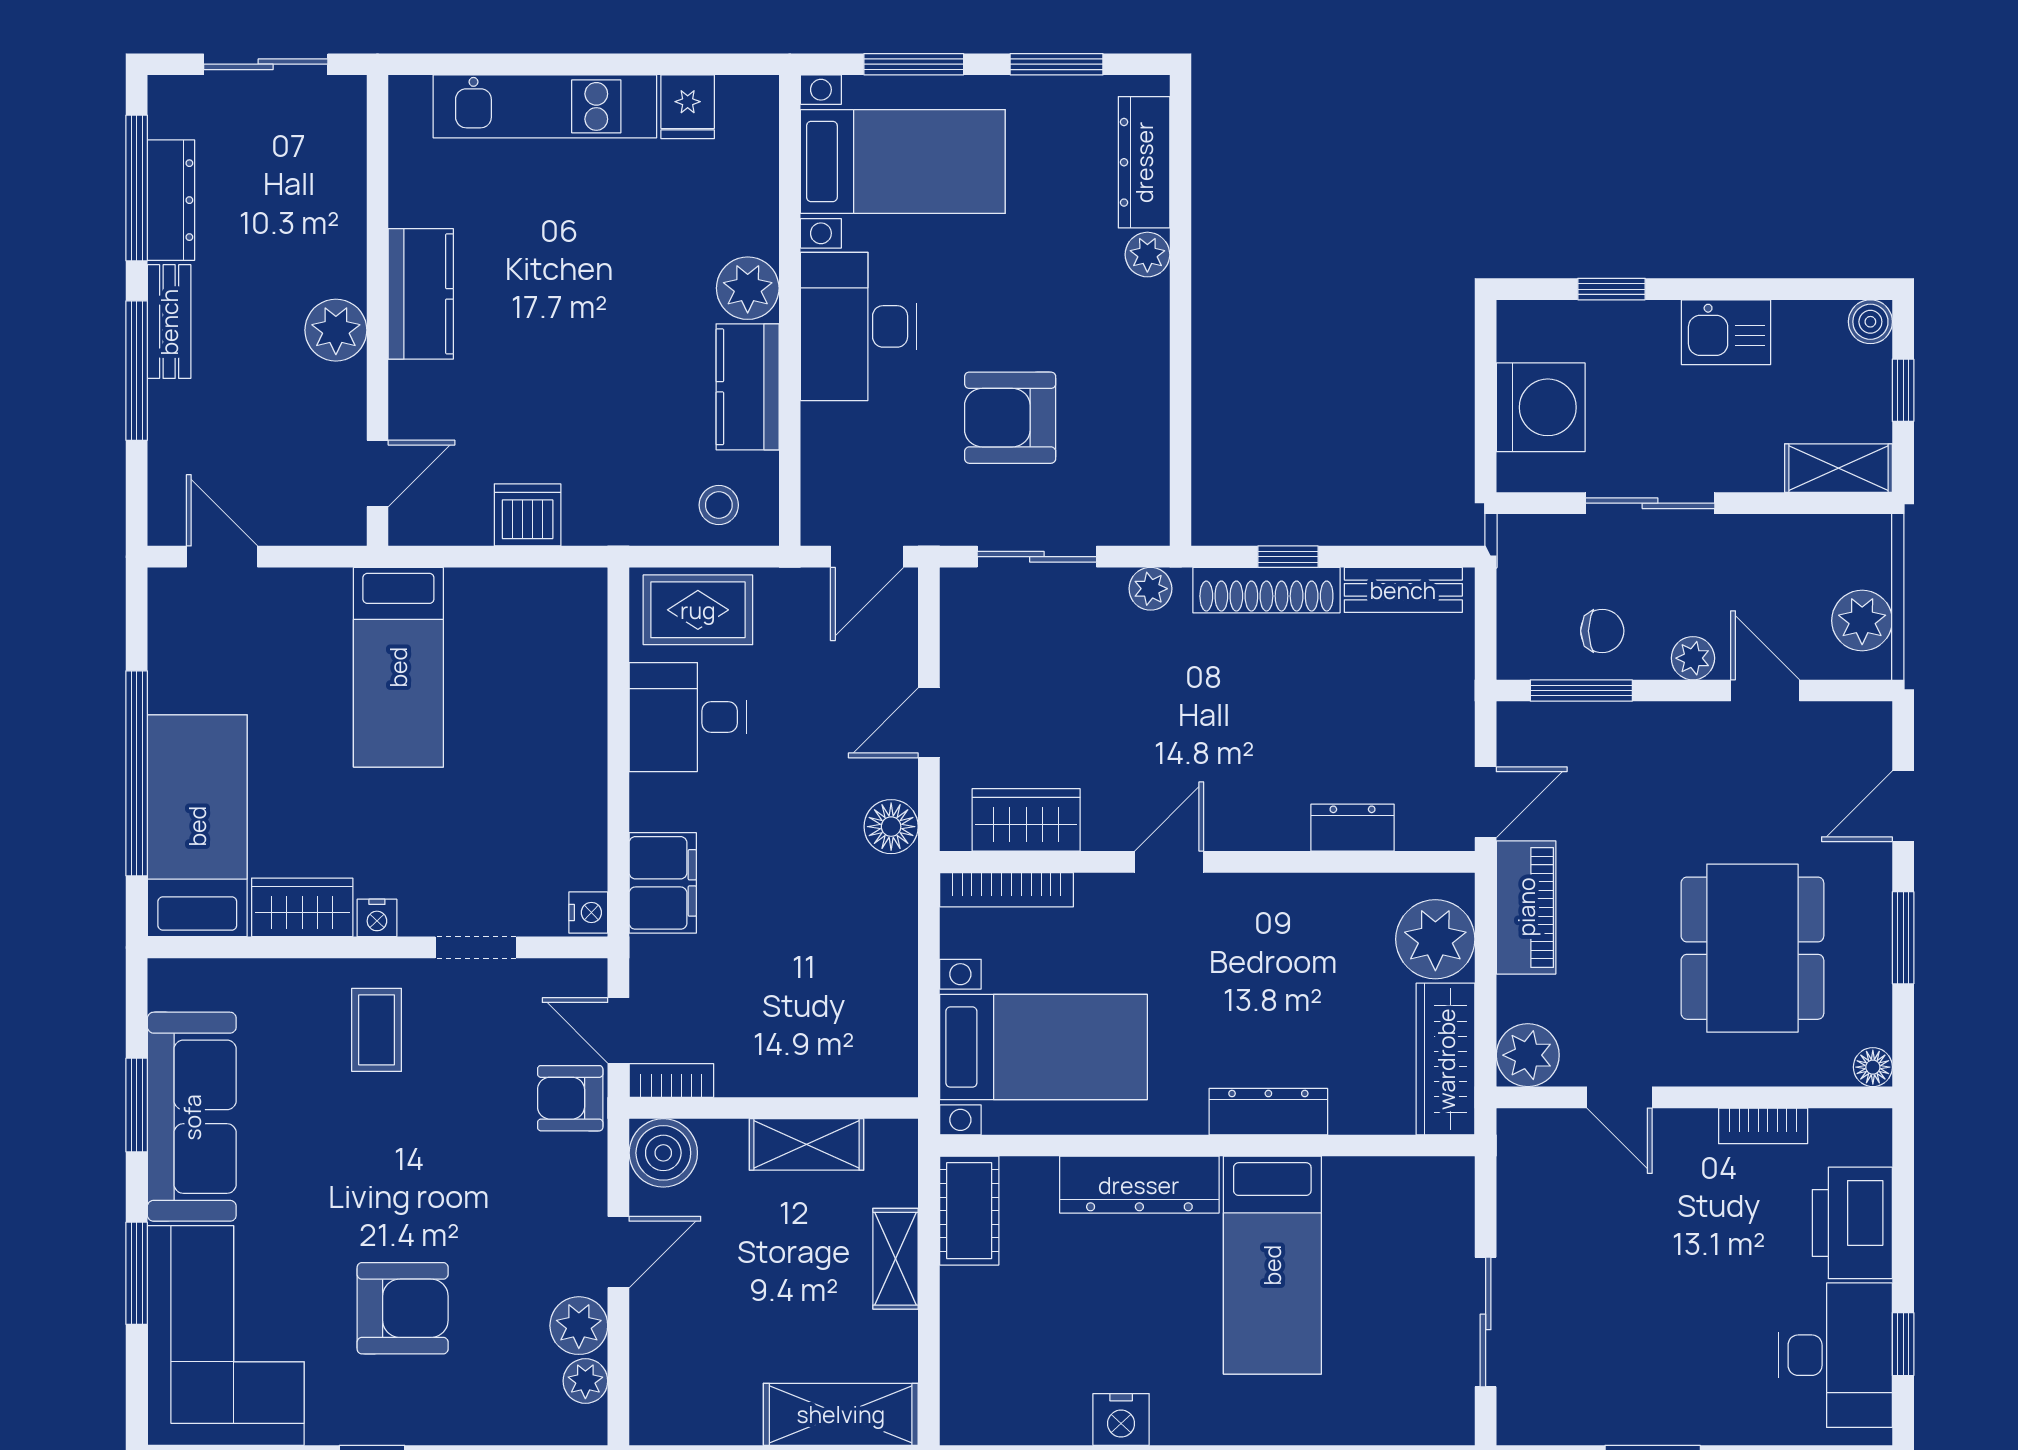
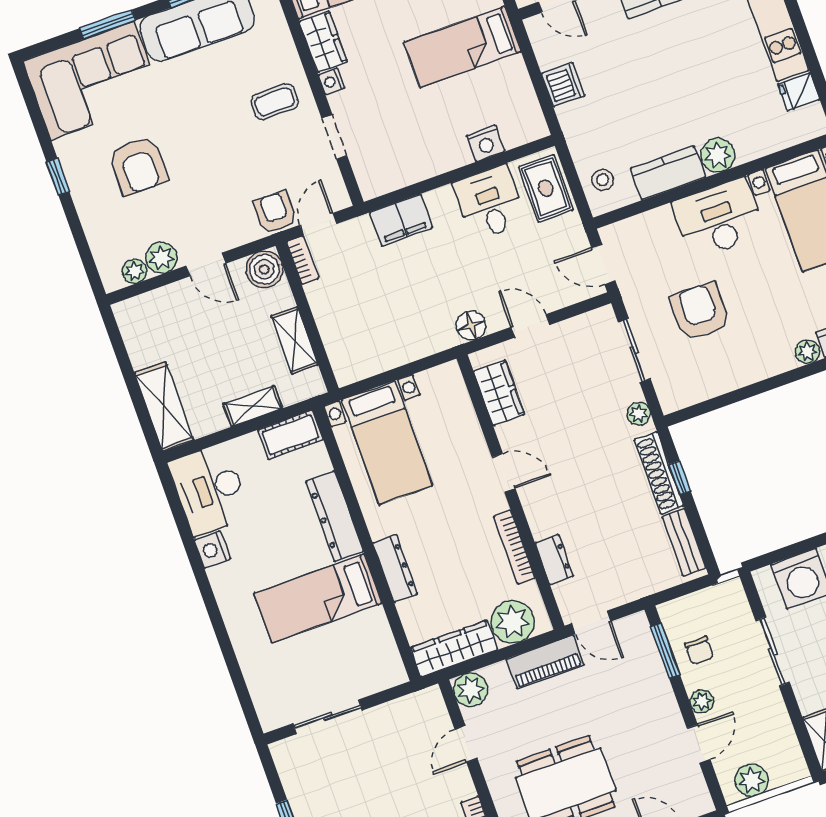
bookcase: (1007, 890) -> (514, 547), moved
nightstand: (588, 912) -> (486, 143), moved, width x1.39, depth x1.35
desk: (1014, 1387) -> (209, 490), added

